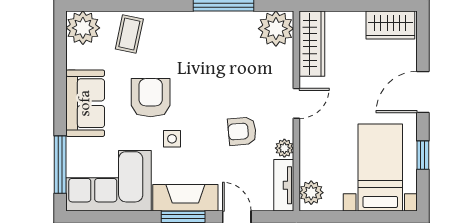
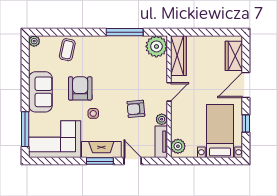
wardrobe: (390, 25) -> (234, 56), moved, turned 90
plant: (83, 28) -> (34, 41), width x0.53, depth x0.53

